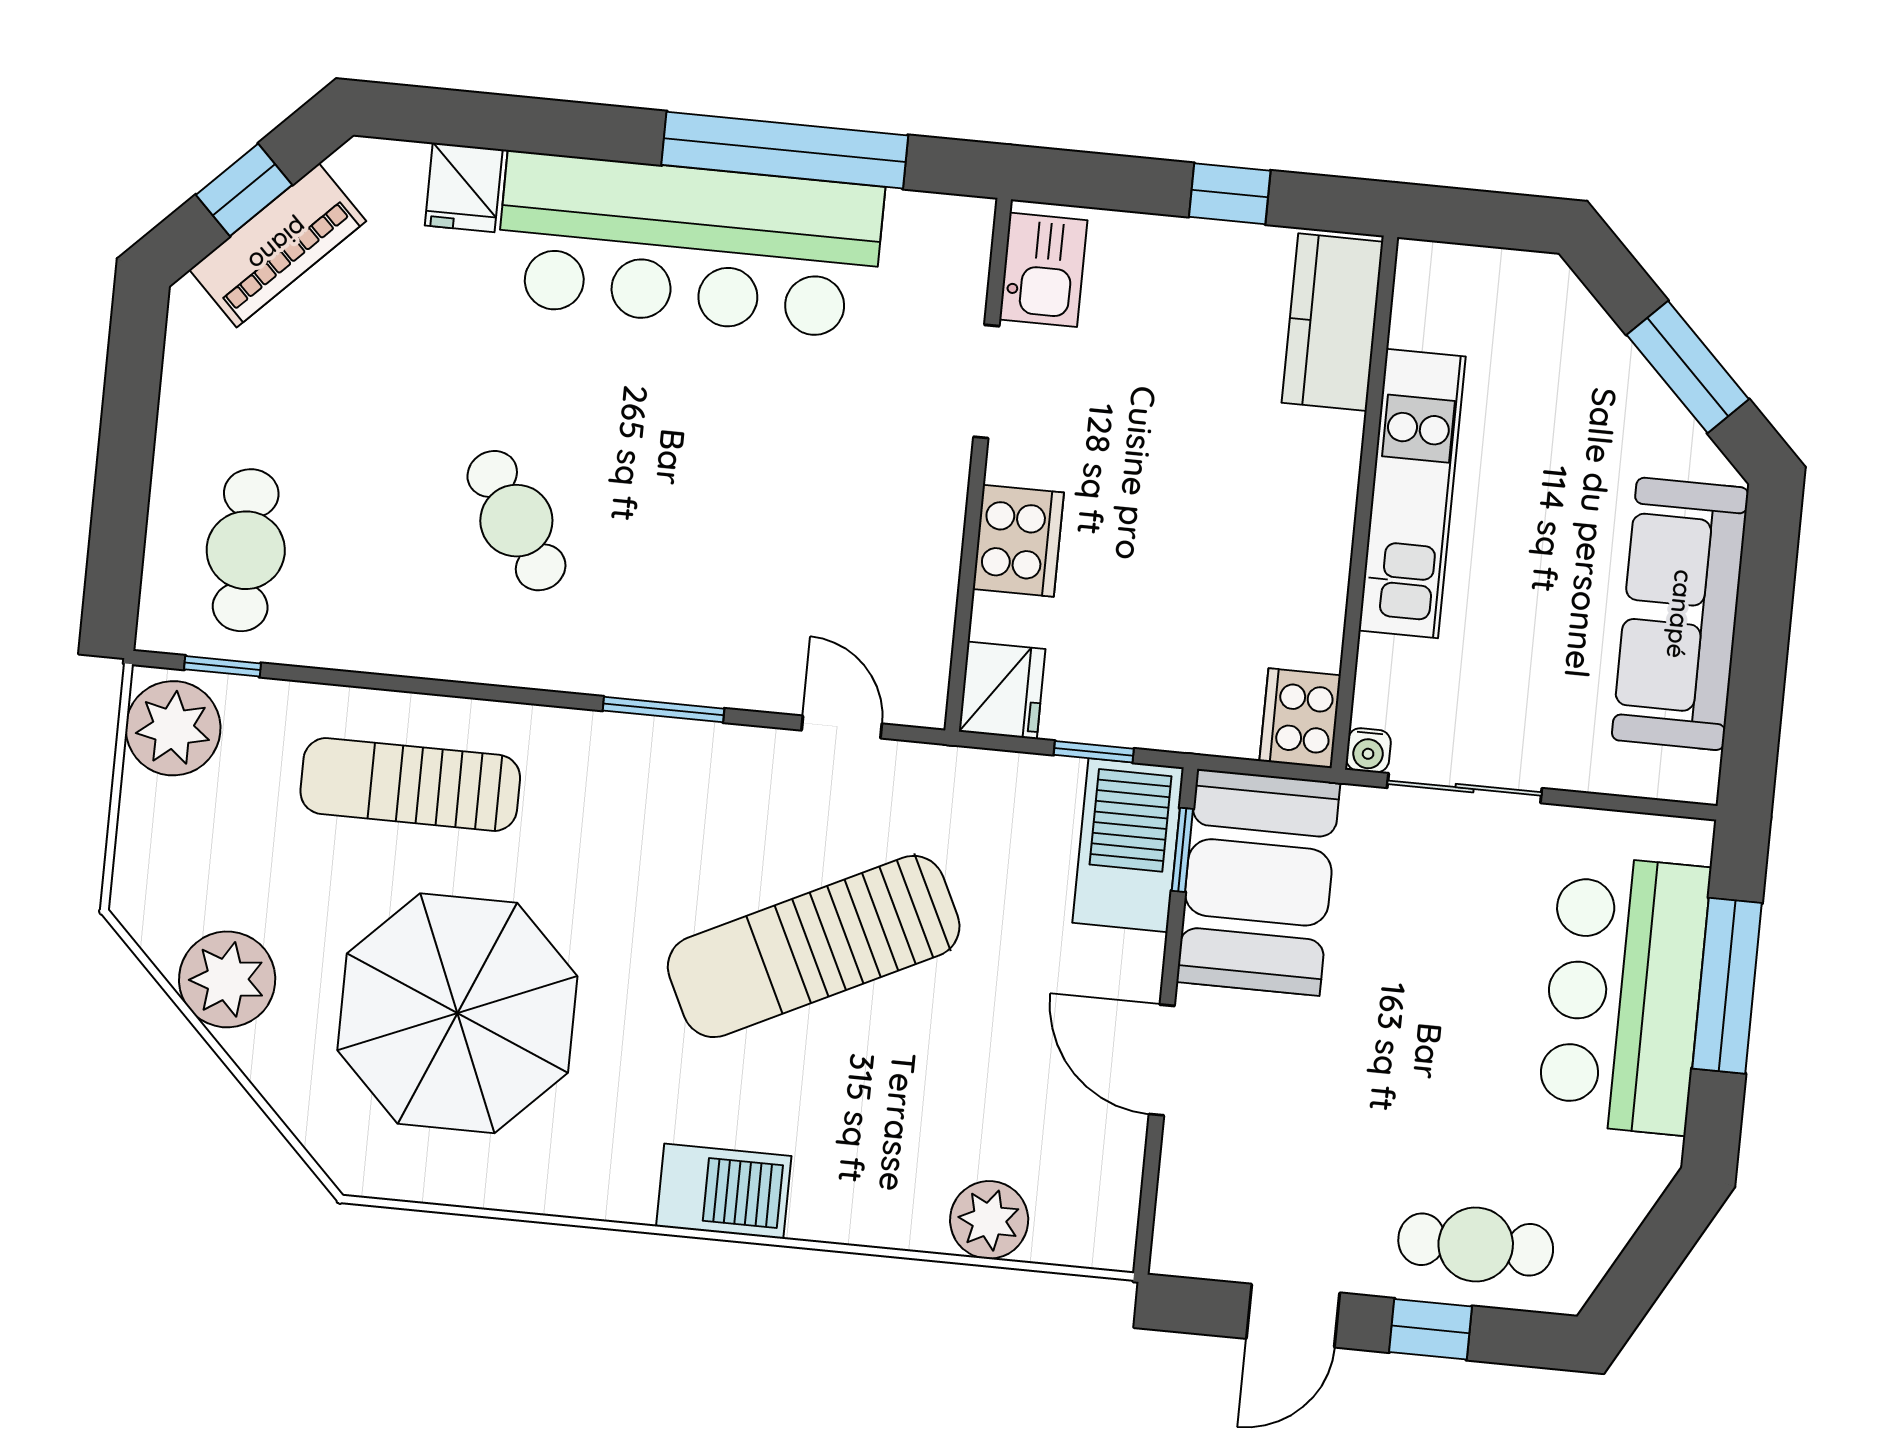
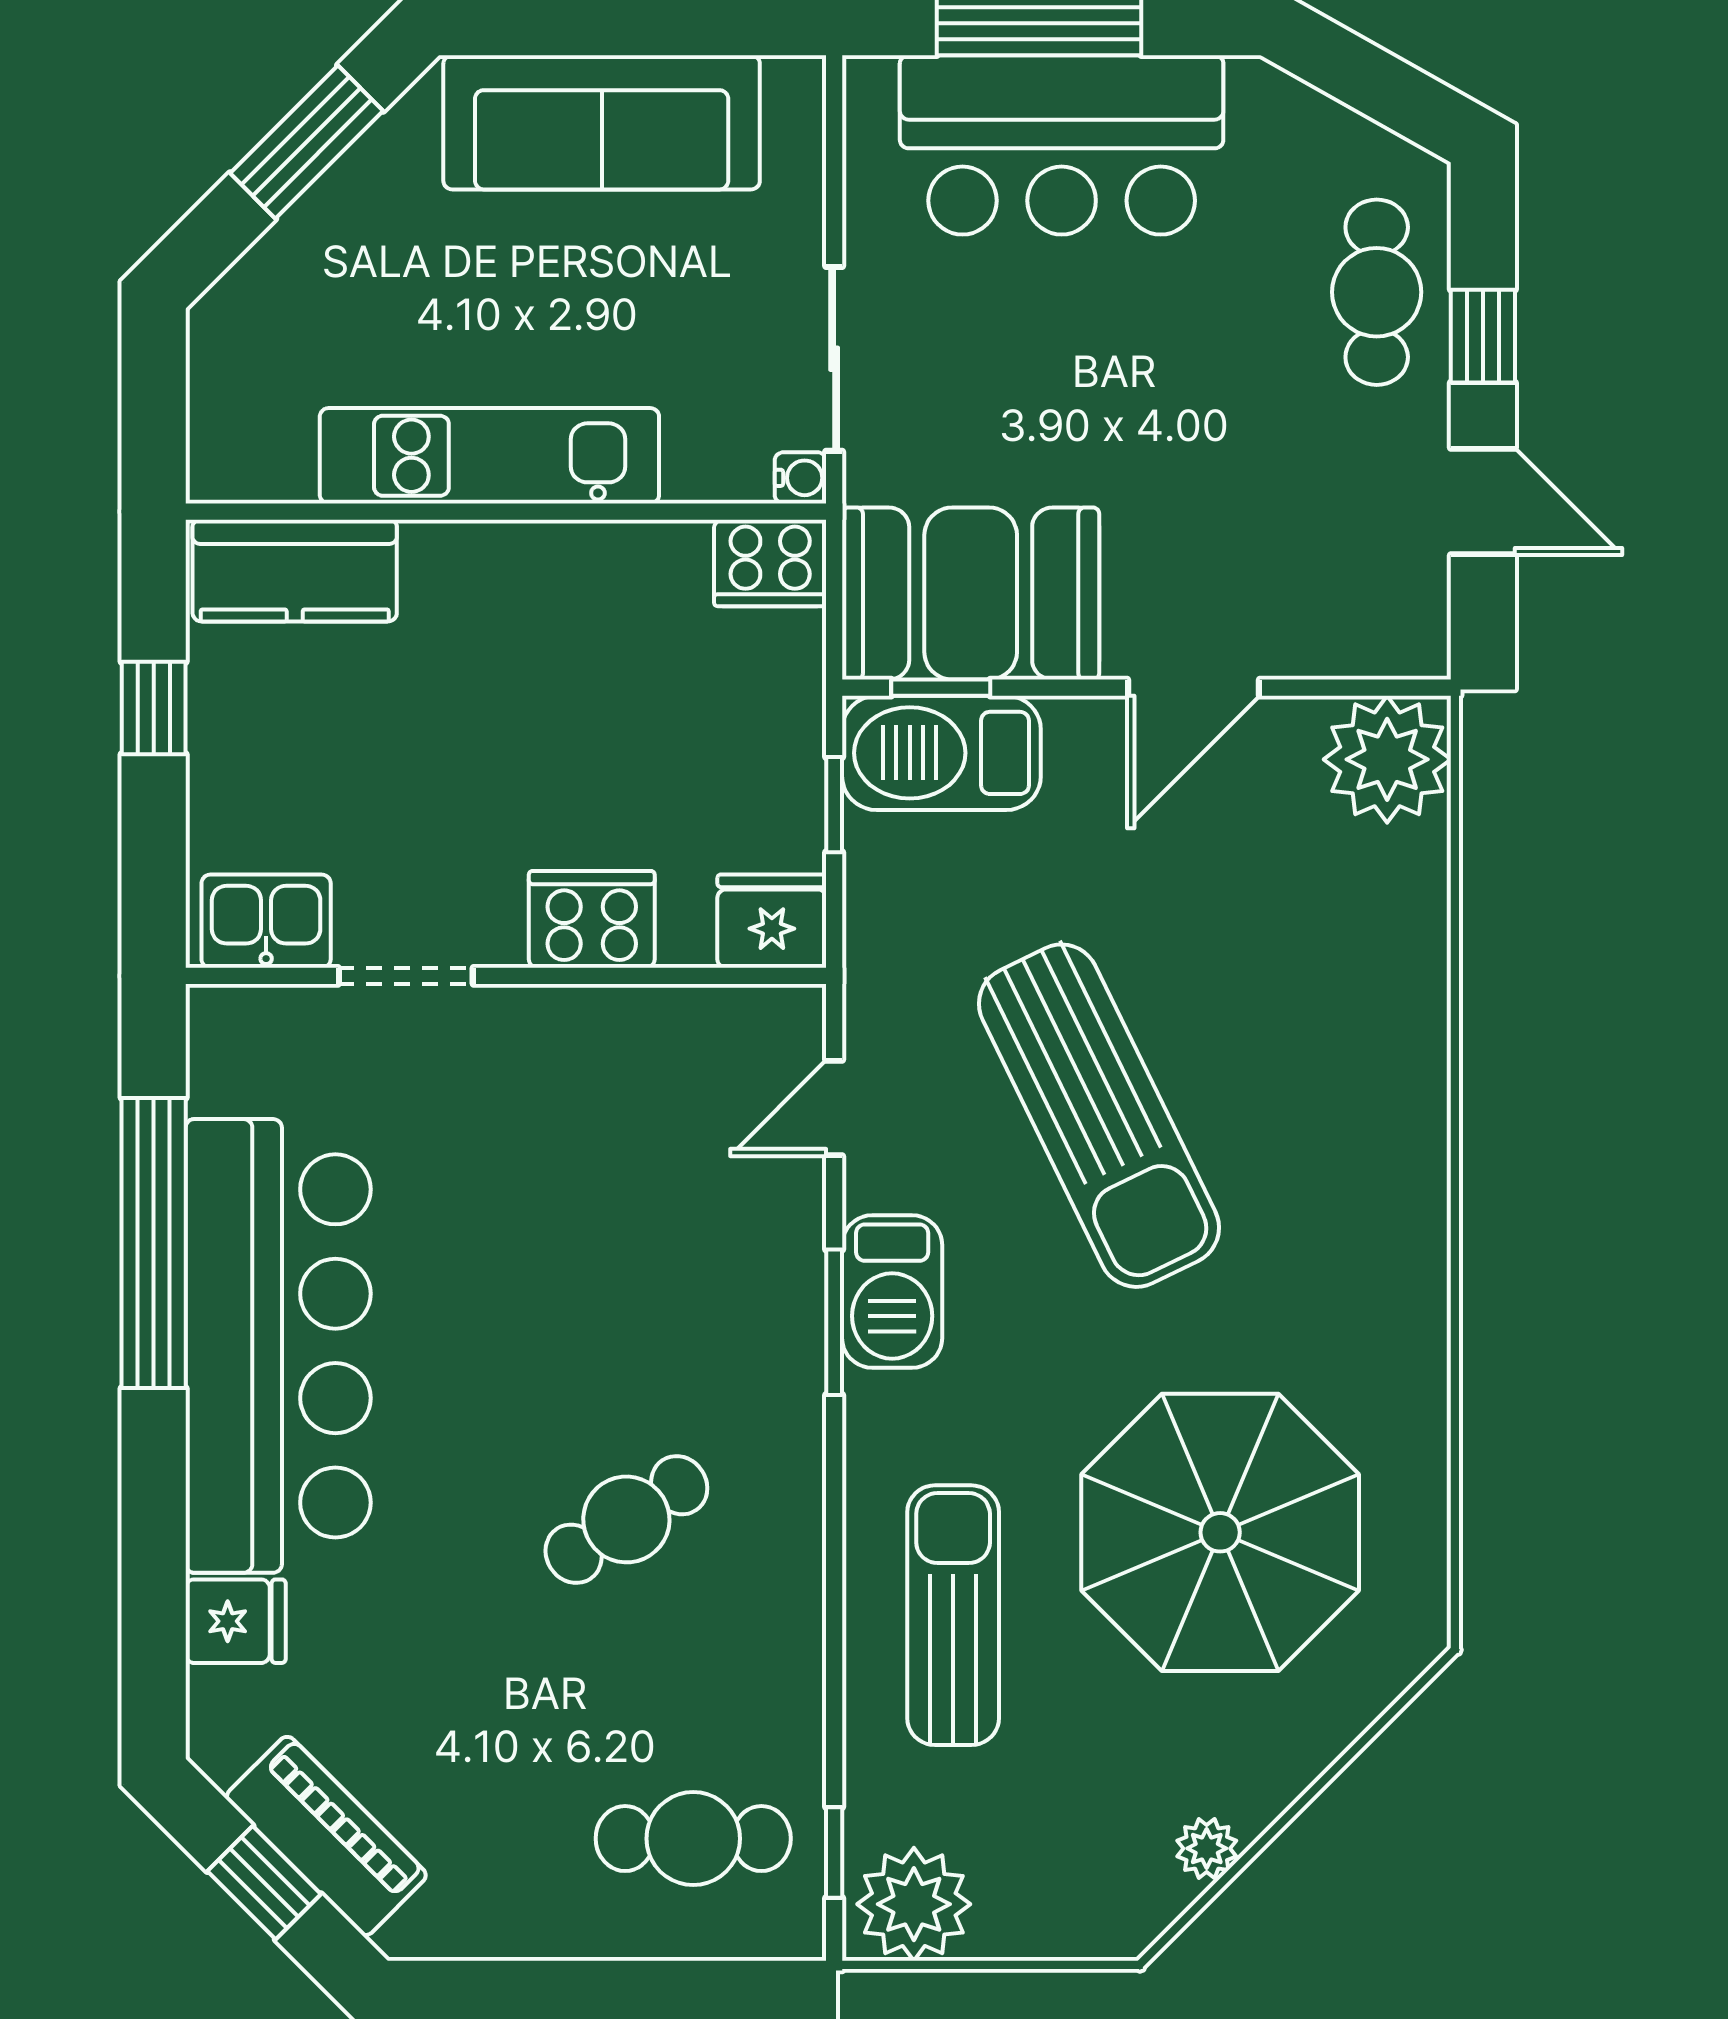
sun lounger: (410, 784) -> (953, 1615), turned 180
plant: (227, 979) -> (1207, 1848), width x0.53, depth x0.53
barbecue: (724, 1191) -> (892, 1292), moved, turned 180
plant: (989, 1220) -> (1387, 759), moved, width x1.36, depth x1.36

